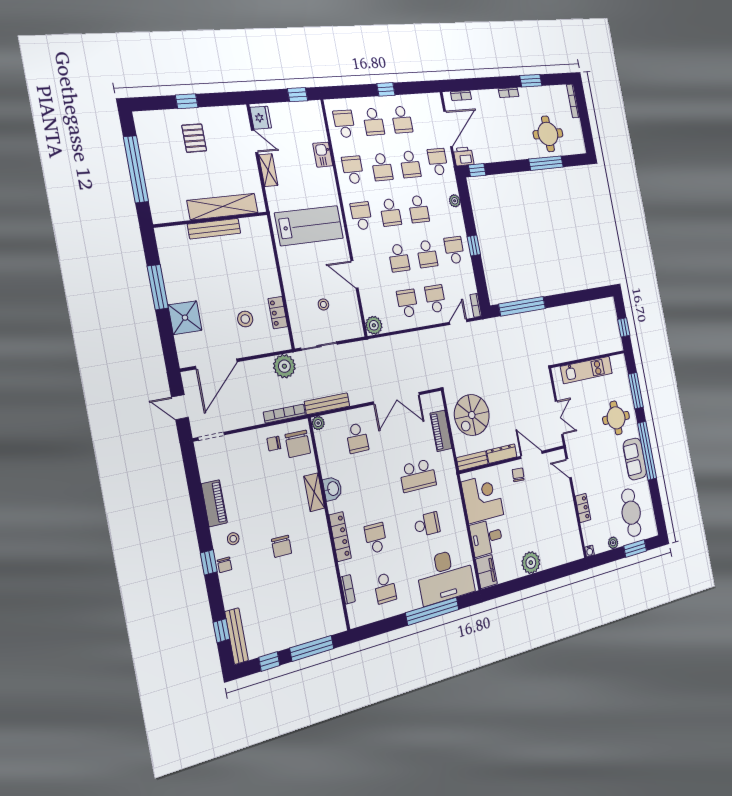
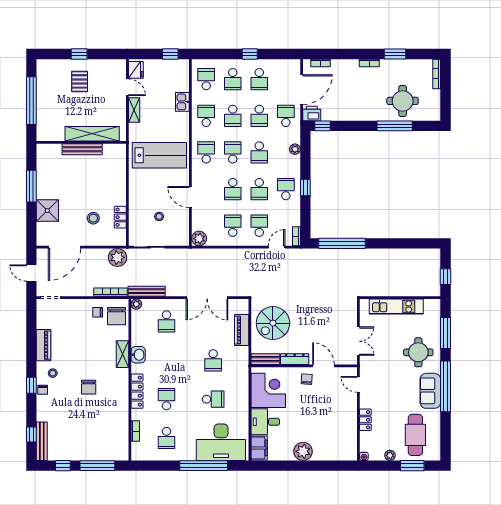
school desk: (390, 212) -> (233, 152), turned 180
school desk: (418, 476) -> (213, 360), width x0.54

